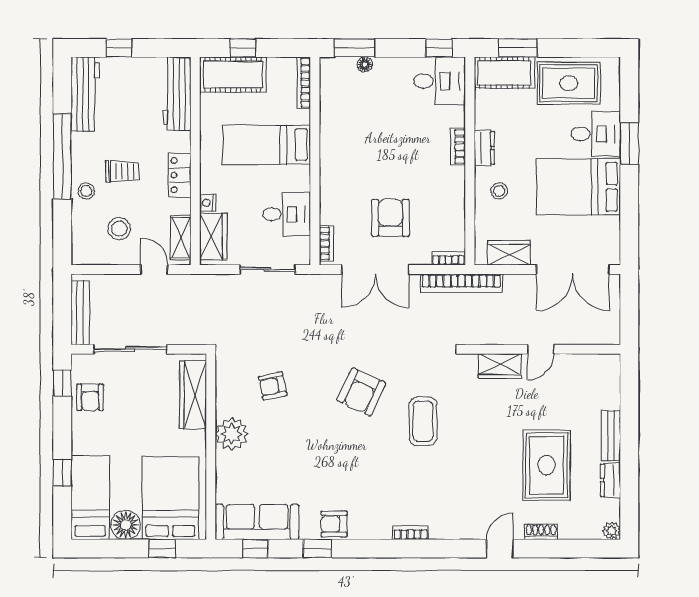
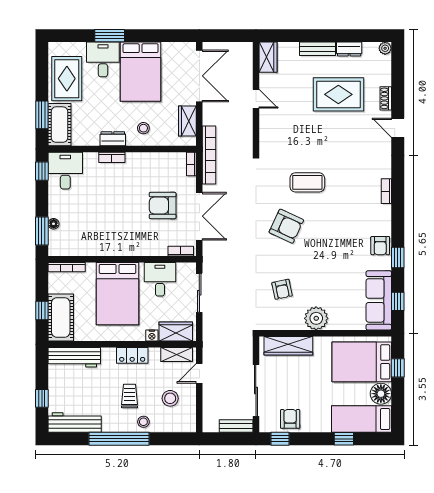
bed: (266, 145) -> (118, 294), width x1.50
bench: (80, 313) -> (236, 426), width x0.73
wardrobe: (500, 366) -> (268, 57), moved
armchair: (90, 397) -> (290, 419), turned -90

